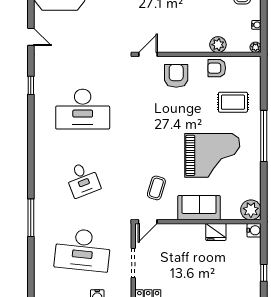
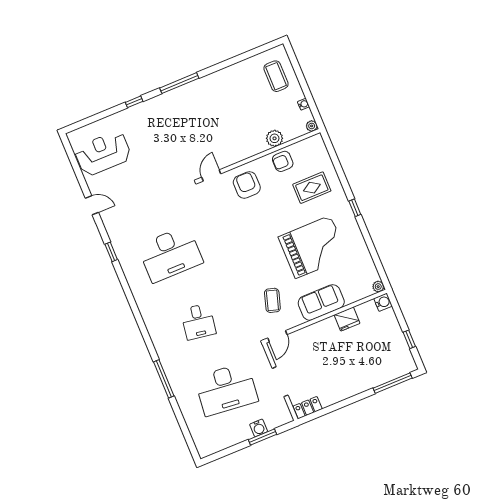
window: (264, 136) -> (355, 208), width x0.32
desk: (83, 179) -> (198, 322), turned 30
plant: (251, 210) -> (378, 287), width x0.53, depth x0.53

